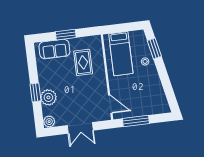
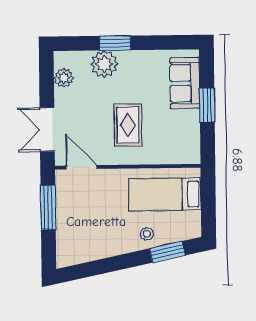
rug: (83, 62) -> (128, 125), moved, turned 90
door: (110, 104) -> (82, 167), swing flipped
plant: (49, 122) -> (64, 78), moved
double door: (80, 128) -> (47, 129), moved

